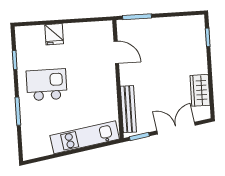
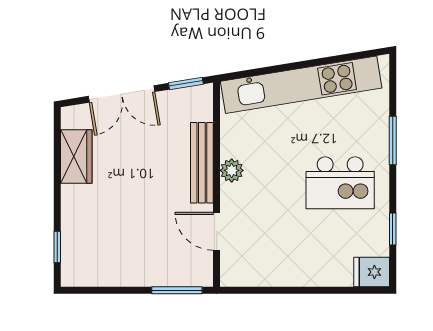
fridge: (54, 34) -> (372, 272), moved, turned -90
plant: (110, 88) -> (232, 170), added
bench: (128, 109) -> (202, 163), moved
kitchen unit: (85, 137) -> (301, 85), width x1.36

